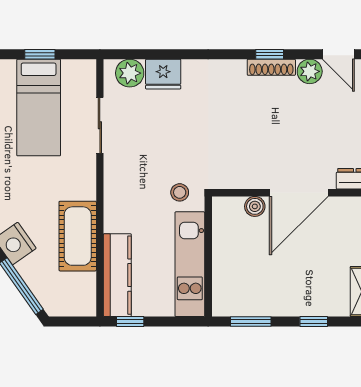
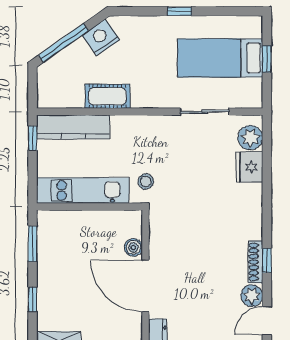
cot: (78, 236) -> (107, 96), width x0.73, depth x0.75

